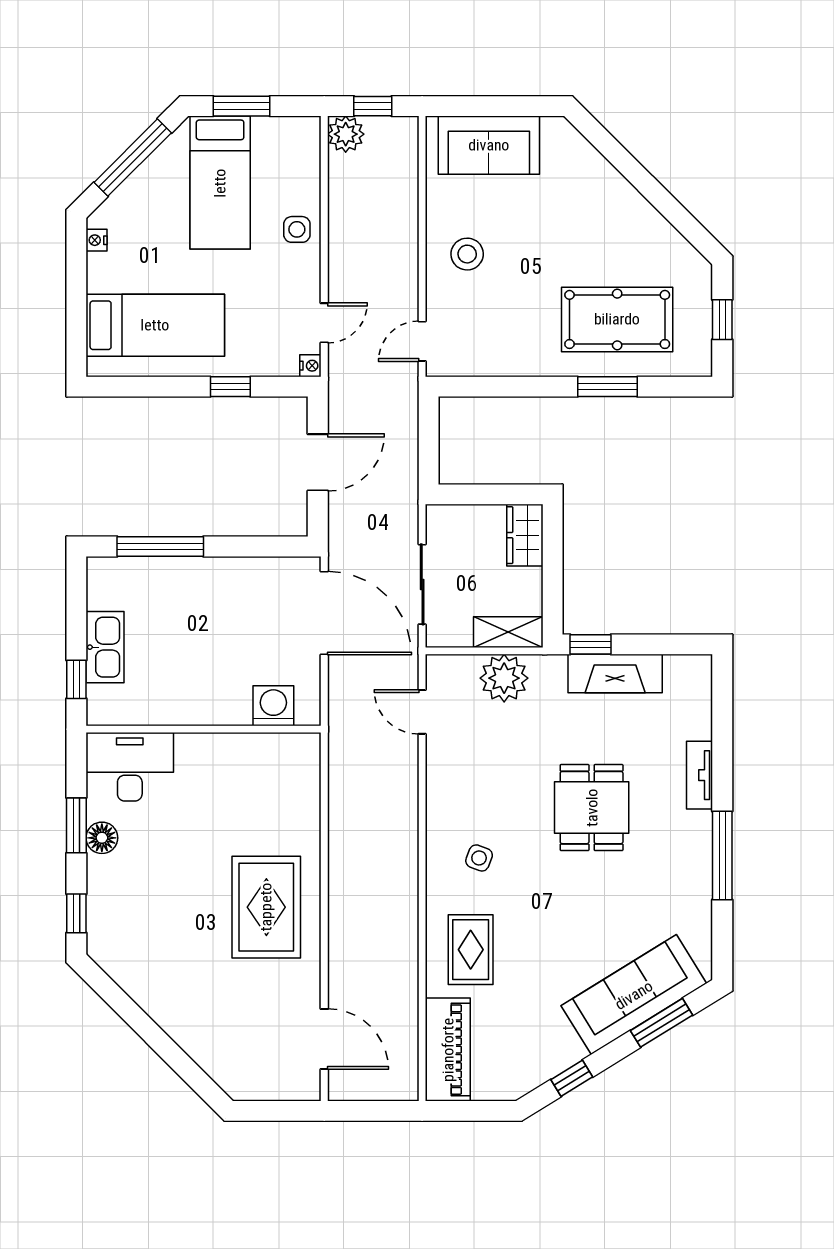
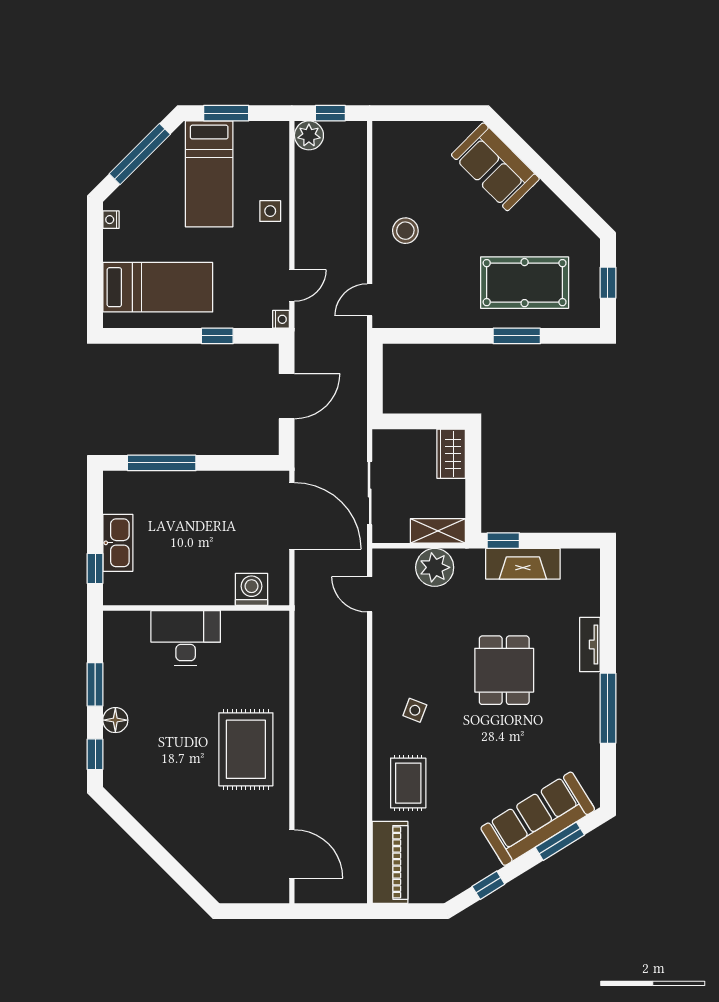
sofa: (489, 145) -> (495, 167), moved, turned 45
desk: (130, 767) -> (186, 638), moved
floor lamp: (102, 838) -> (115, 720), moved

